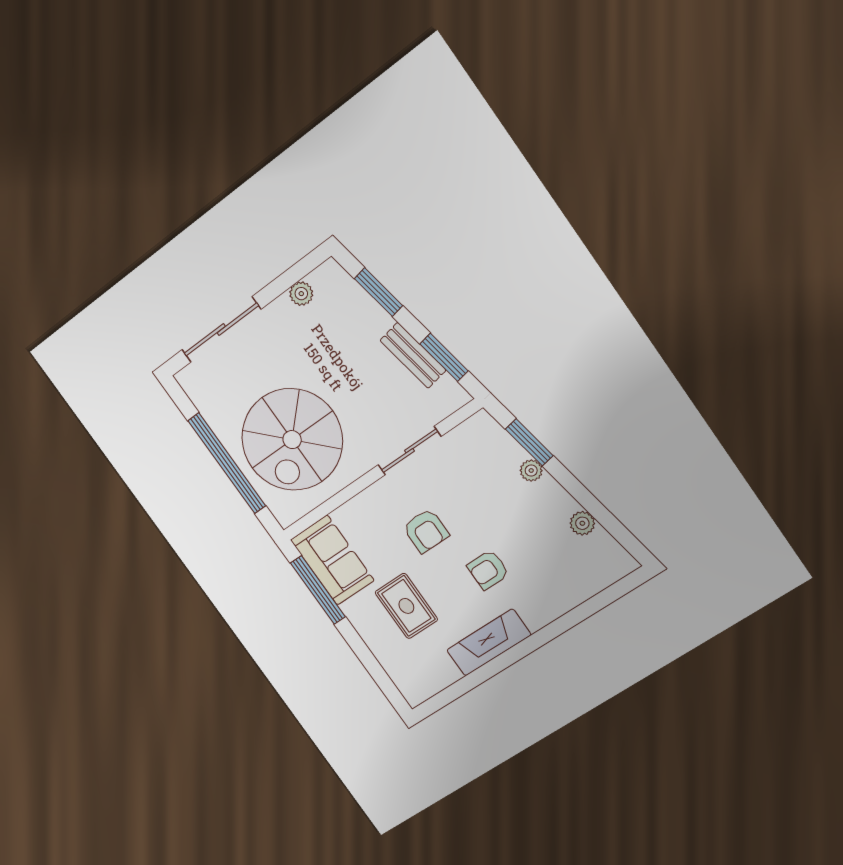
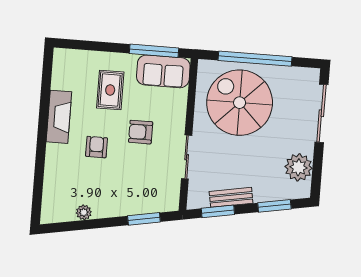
plant: (301, 294) -> (299, 167), width x1.88, depth x1.88
plant: (531, 471) -> (129, 209), removed
rug: (406, 606) -> (110, 90), turned 90

